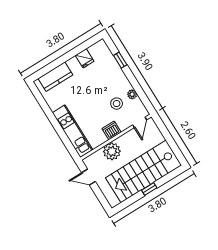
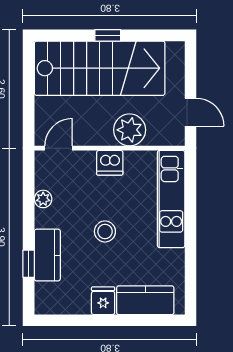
fridge: (85, 58) -> (103, 301), moved
kitchen counter: (114, 69) -> (47, 255), added
stool: (117, 104) -> (105, 231), moved

